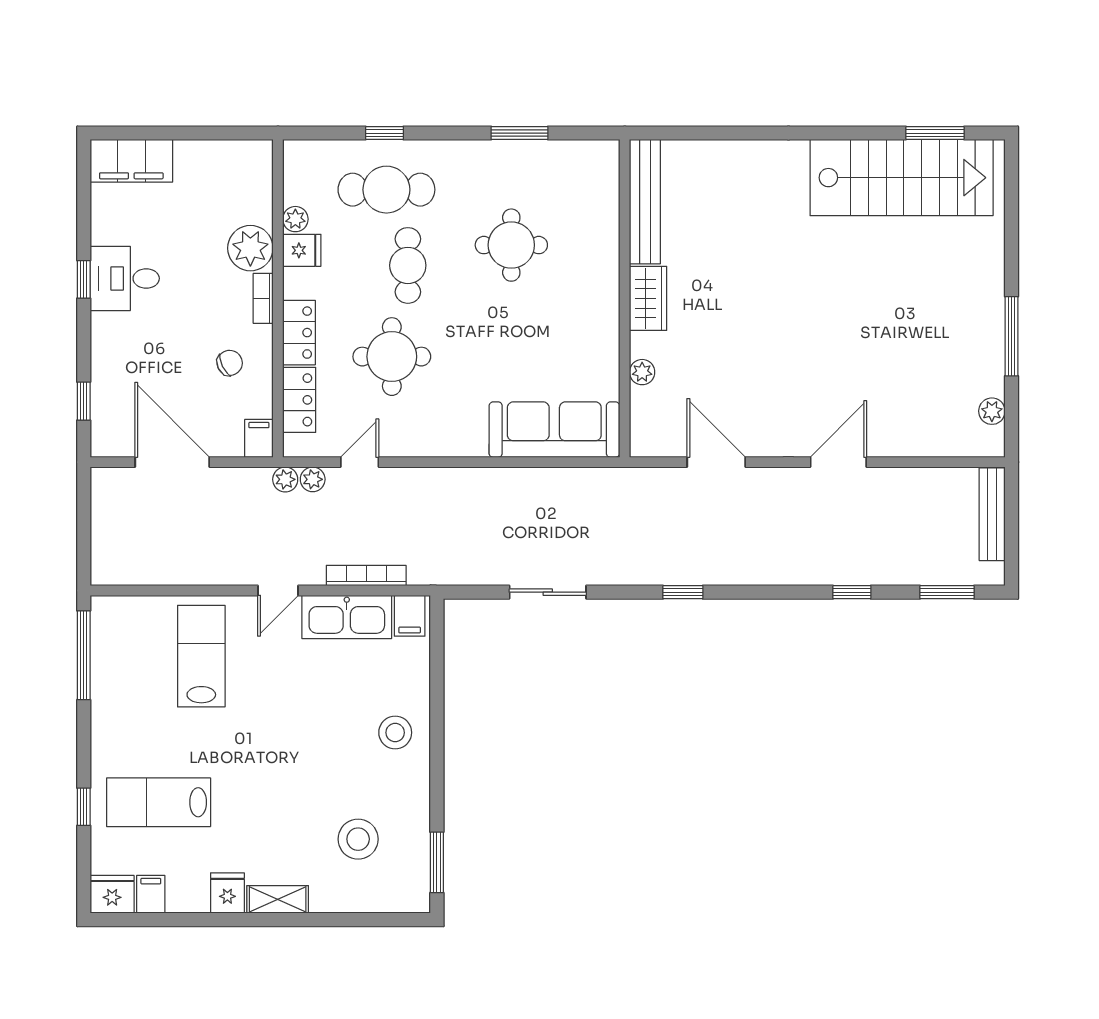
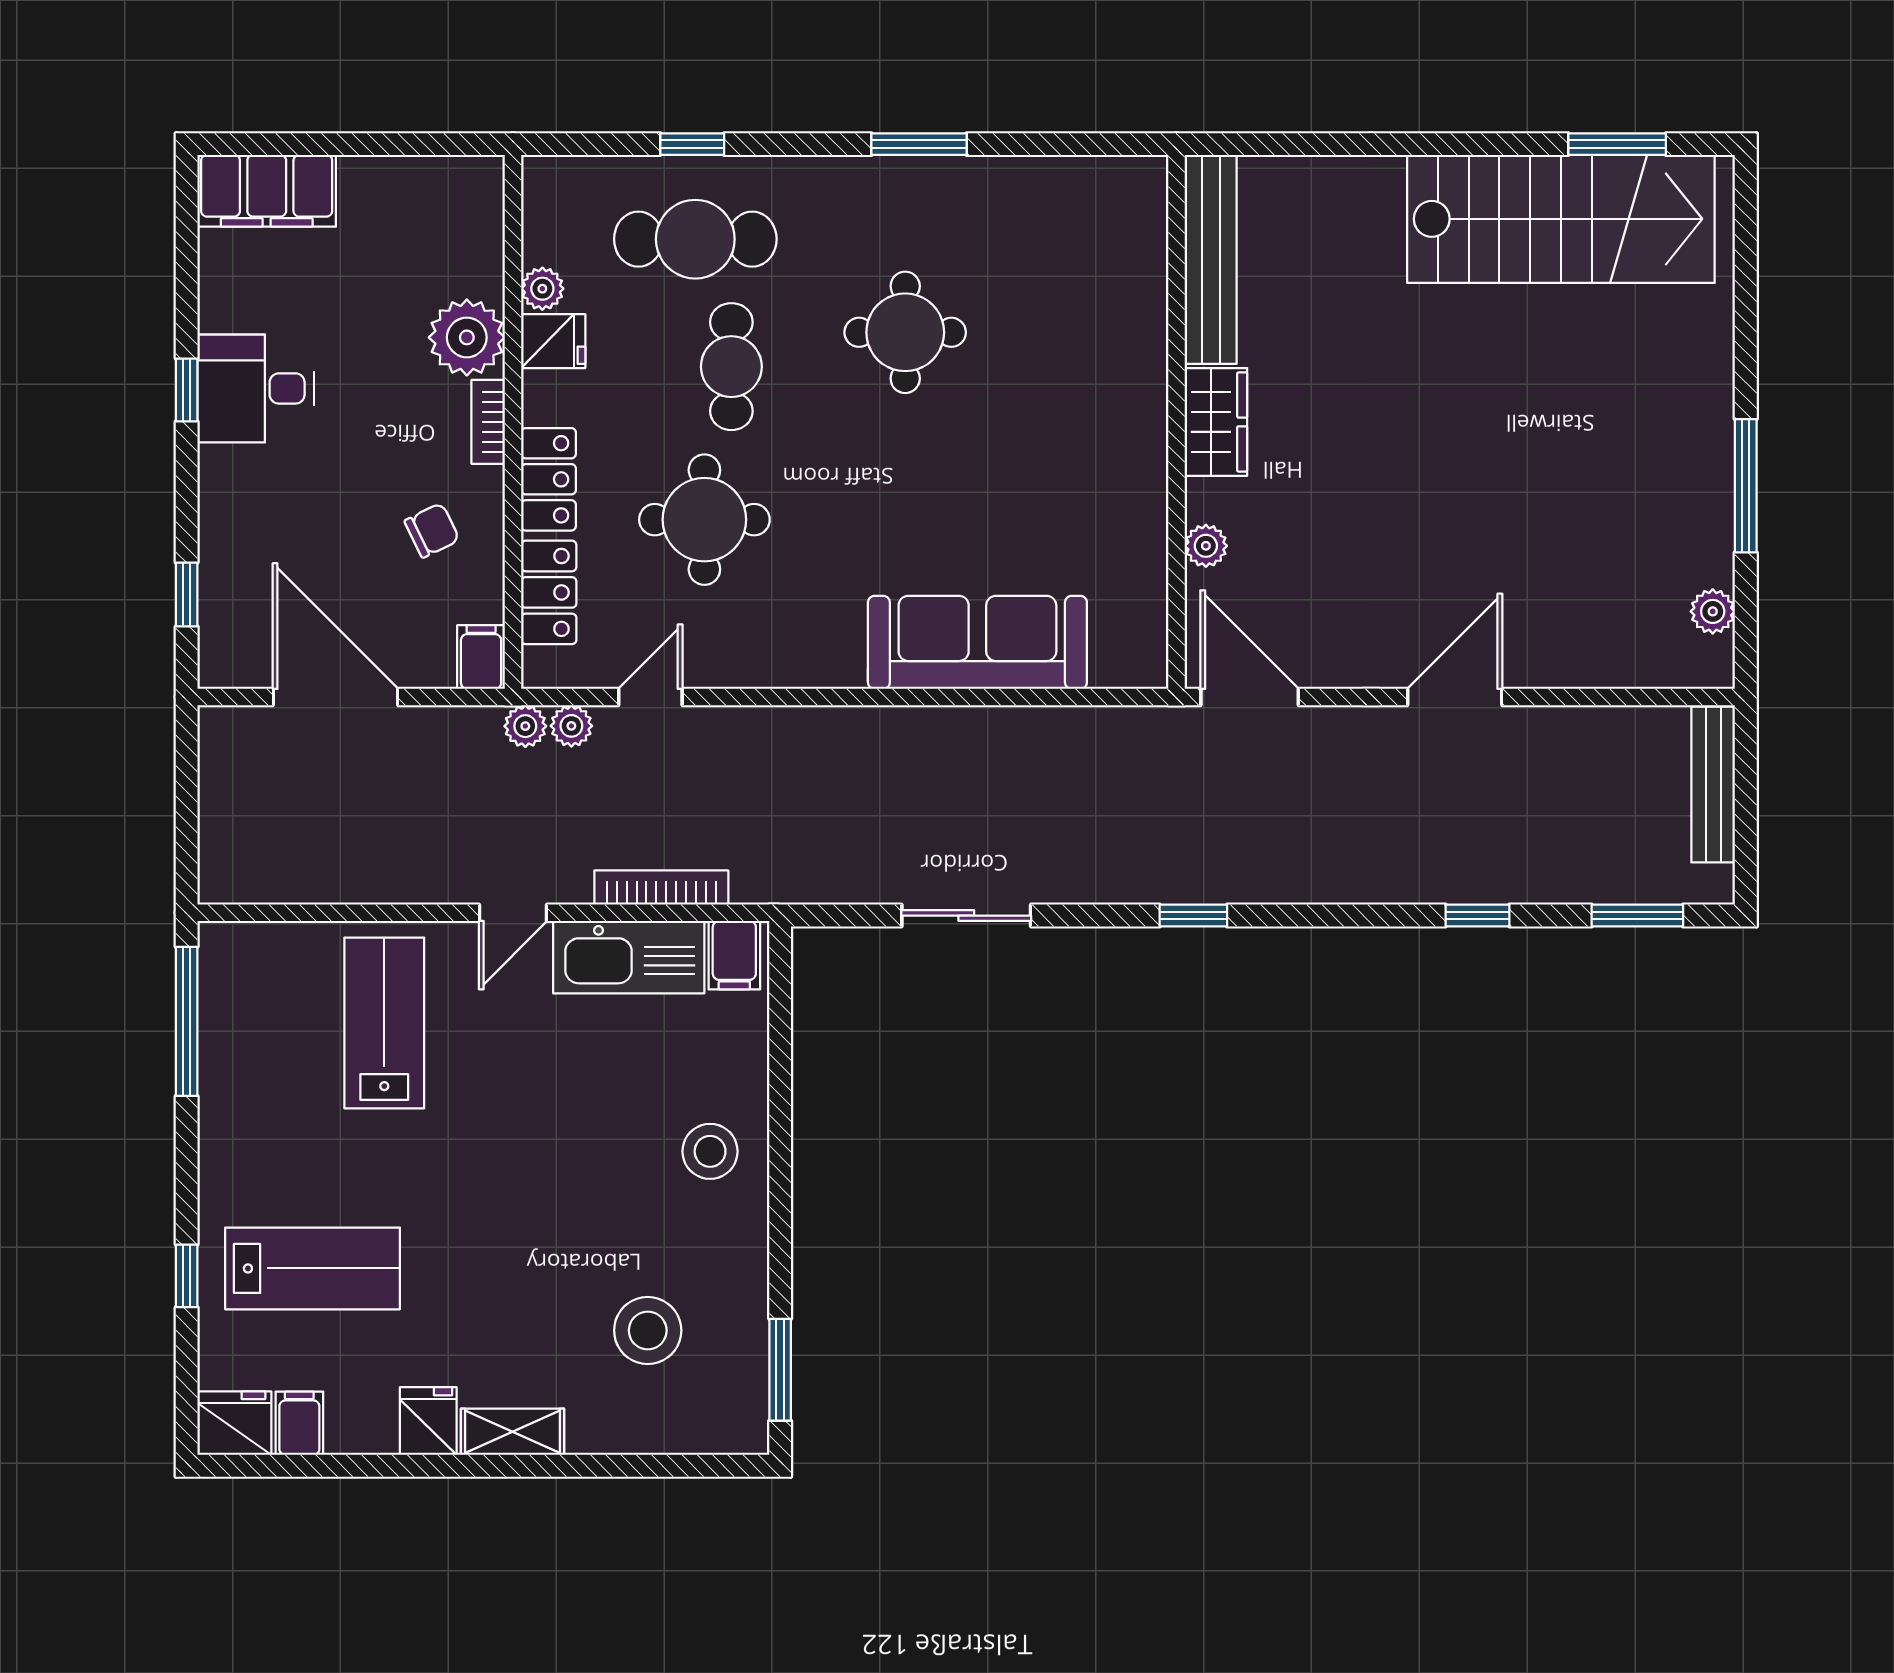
bench: (645, 202) -> (1211, 259), moved
wall: (625, 298) -> (1177, 422), moved
wardrobe: (648, 298) -> (1216, 422), moved
plant: (642, 372) -> (1206, 546), moved
lab bench: (159, 802) -> (313, 1268), turned 180

